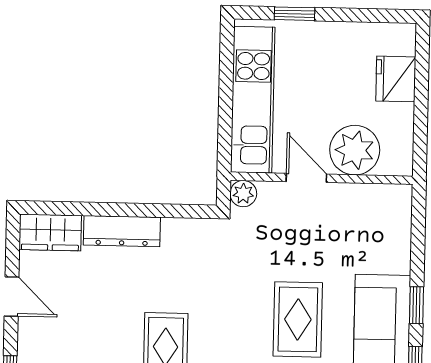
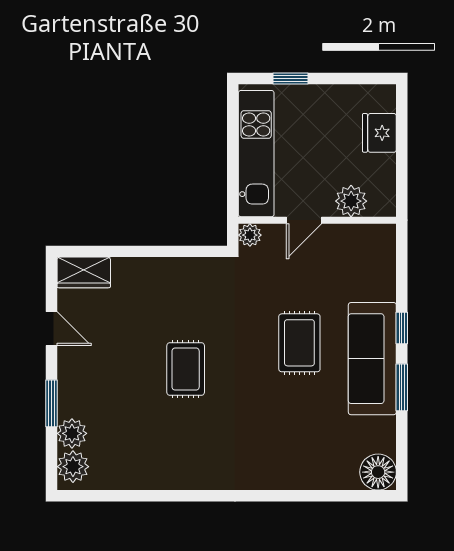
plant: (355, 150) -> (351, 201), width x0.73, depth x0.73
door: (306, 178) -> (304, 220), swing flipped
dresser: (122, 231) -> (146, 270), removed

